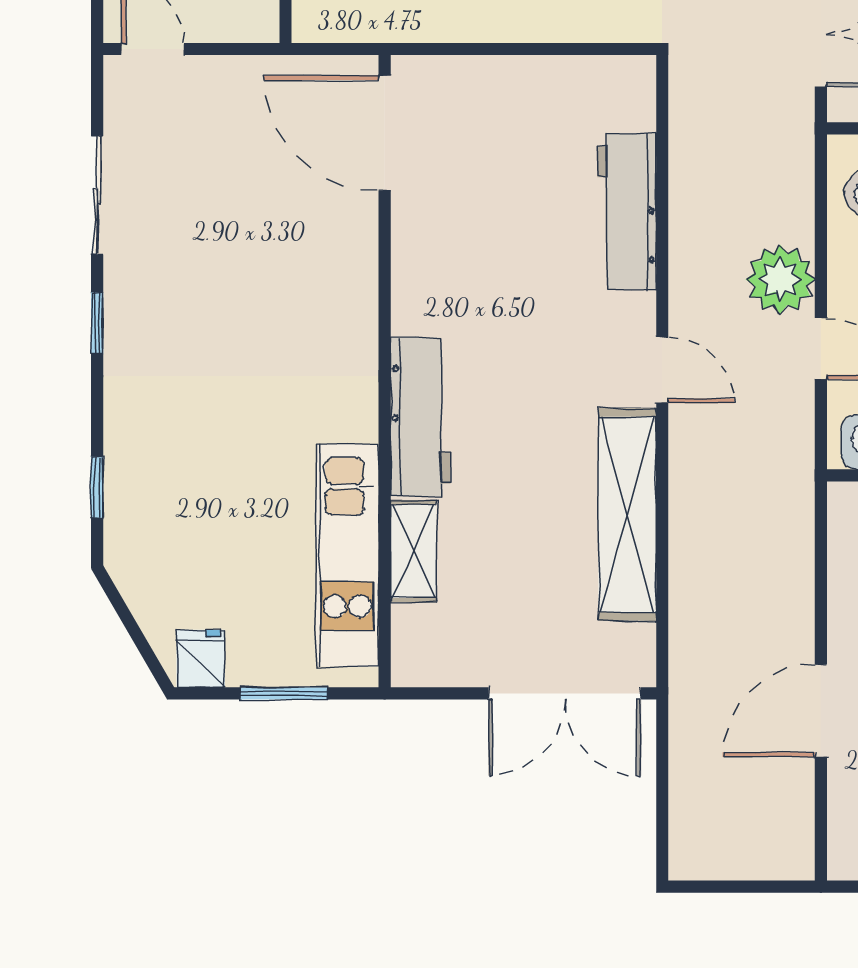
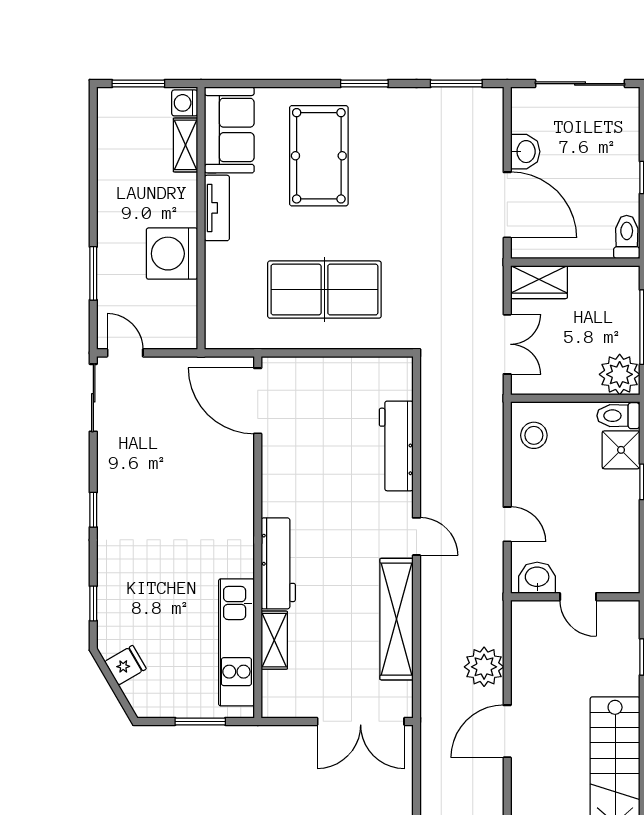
sliding door: (97, 195) -> (93, 398), moved
plant: (780, 279) -> (484, 667), moved
fridge: (201, 659) -> (125, 665), moved, turned 60

